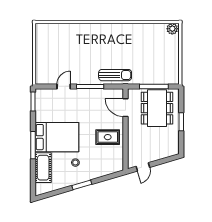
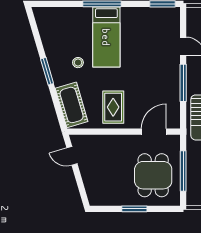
dining table: (157, 108) -> (153, 175), width x0.73
bed: (57, 137) -> (106, 37), width x0.67
cot: (43, 168) -> (72, 105), moved, turned 74

